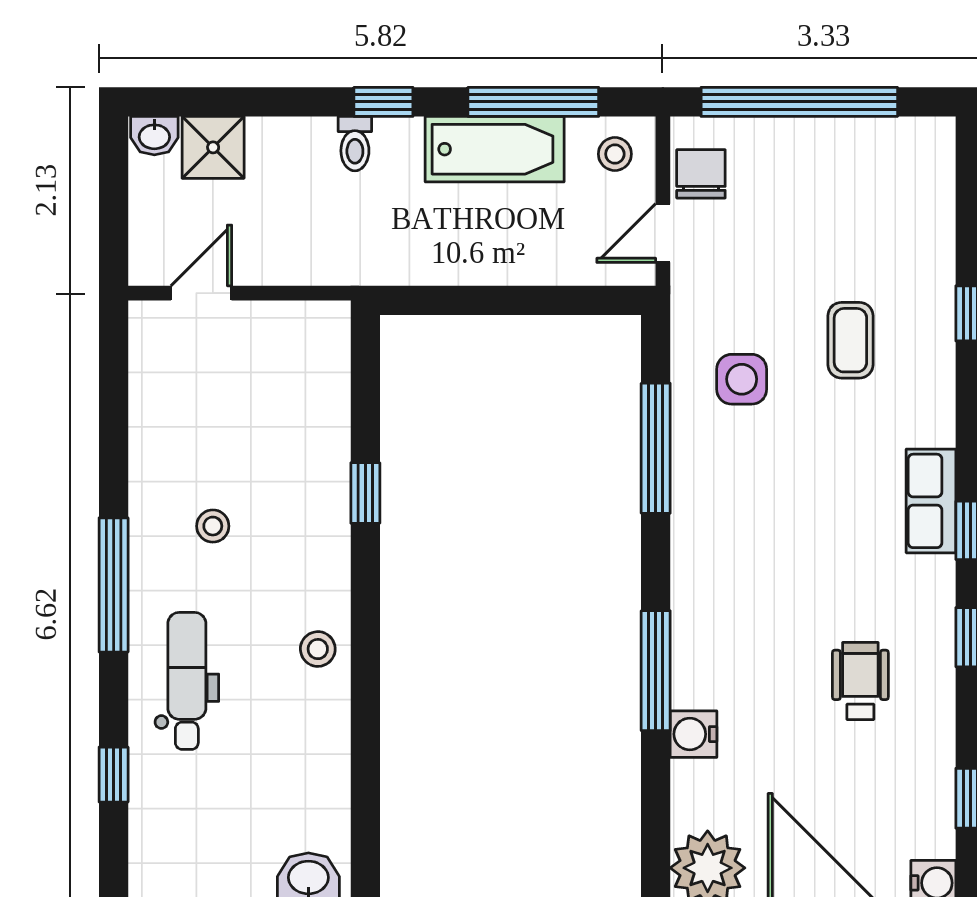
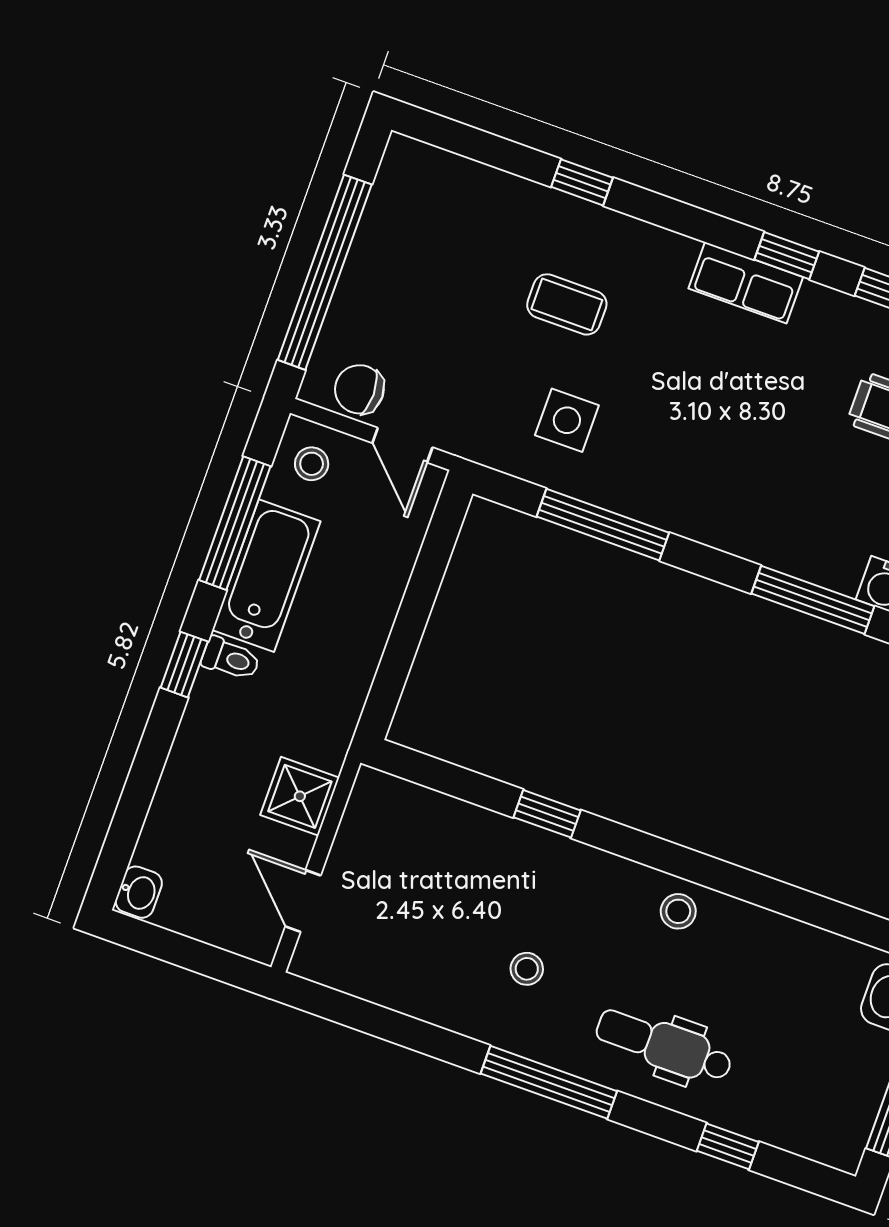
toilet: (355, 144) -> (231, 659), moved
shower: (213, 147) -> (300, 796), moved

